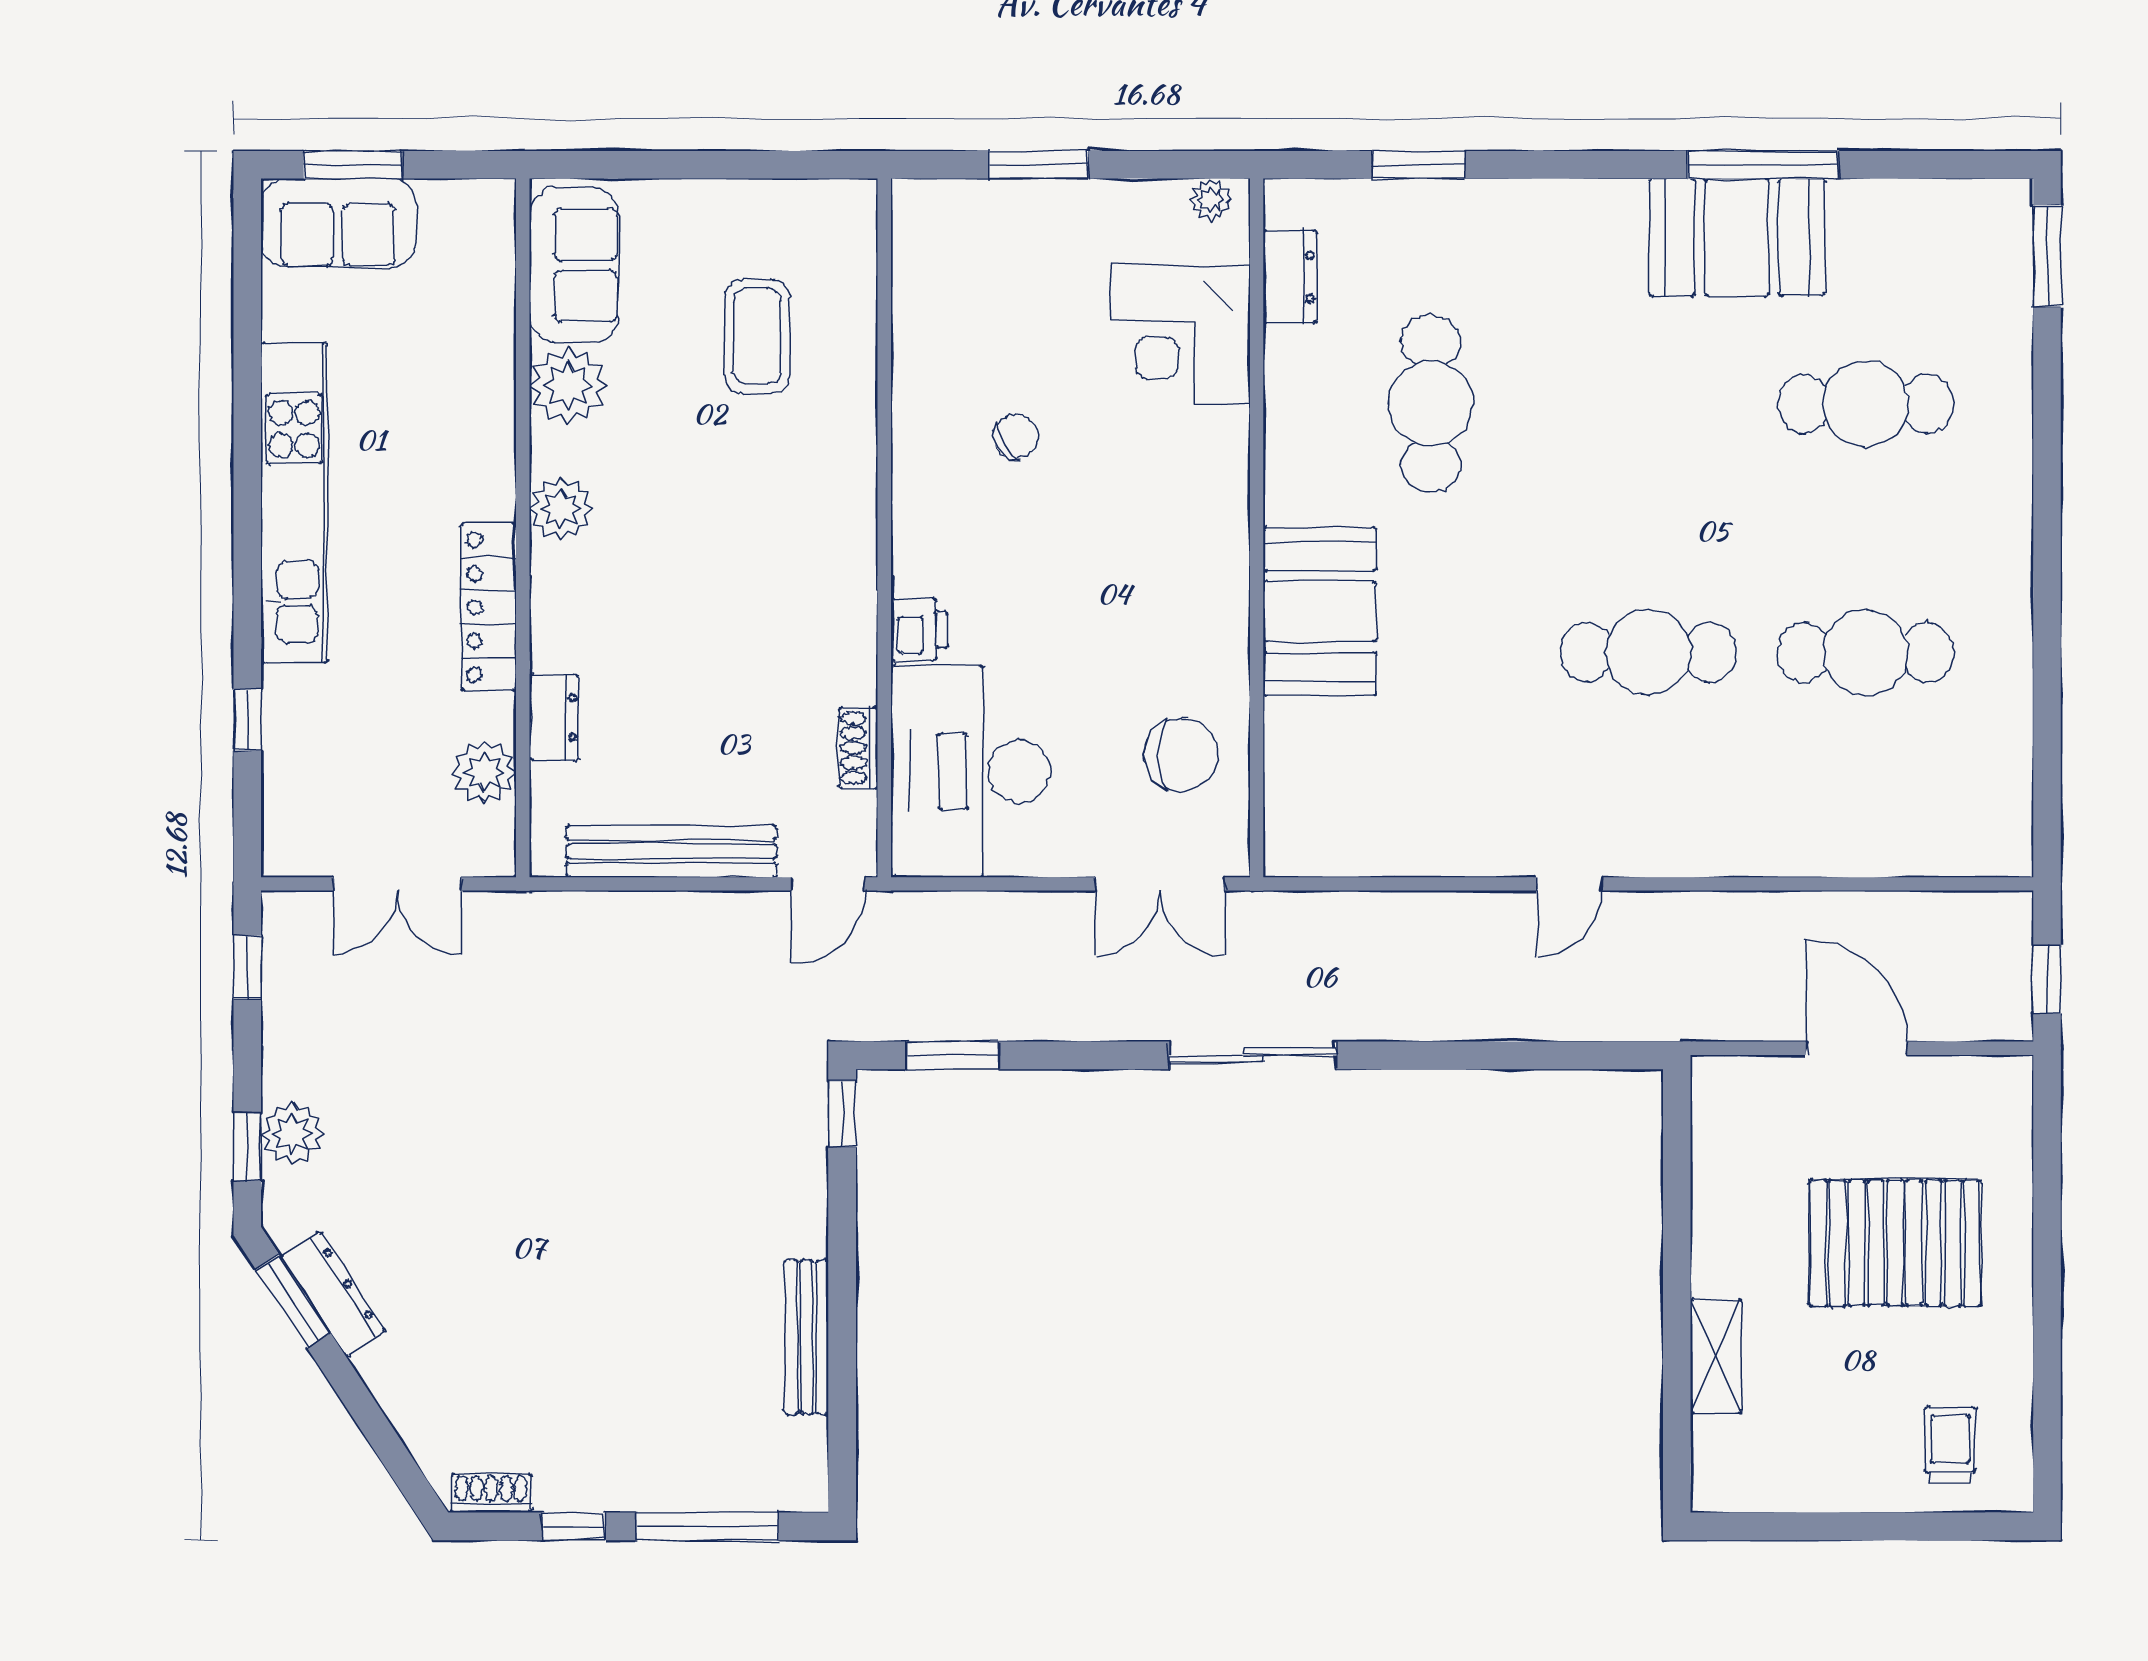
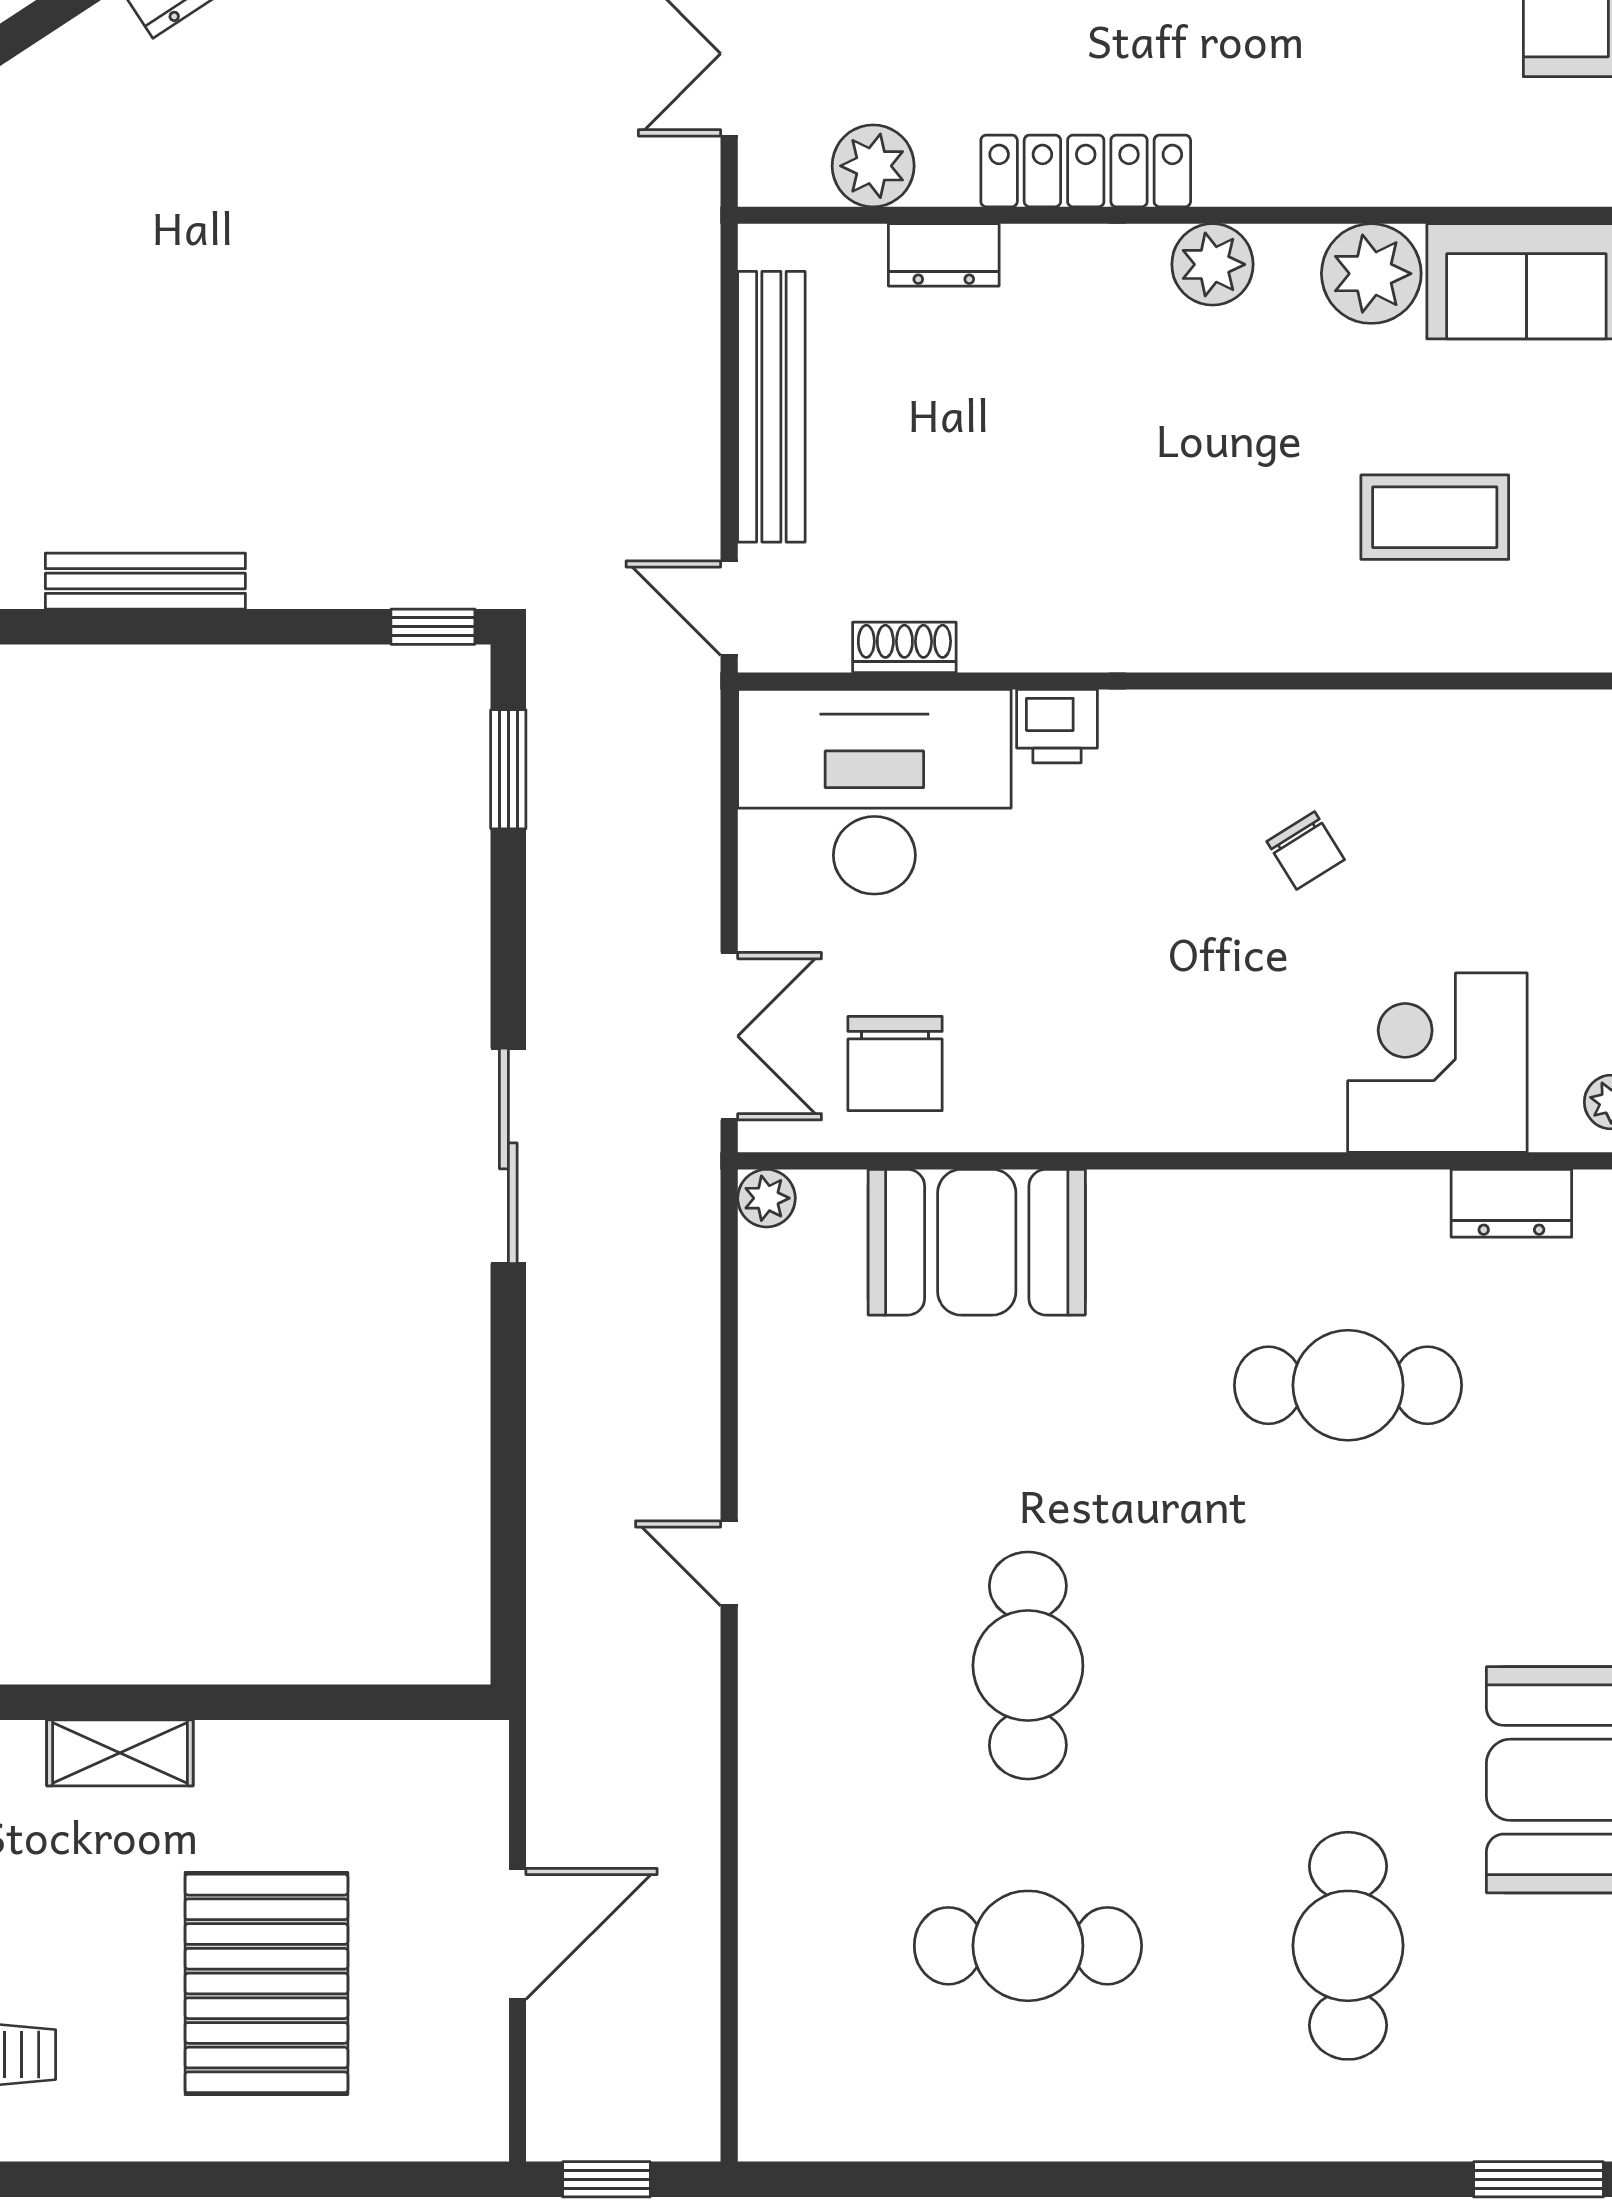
booth: (1320, 612) -> (977, 1242), moved
cafe table: (1866, 652) -> (1028, 1946), turned 90
plant: (1286, 855) -> (766, 1198), added
double door: (1160, 884) -> (729, 1036), swing flipped

